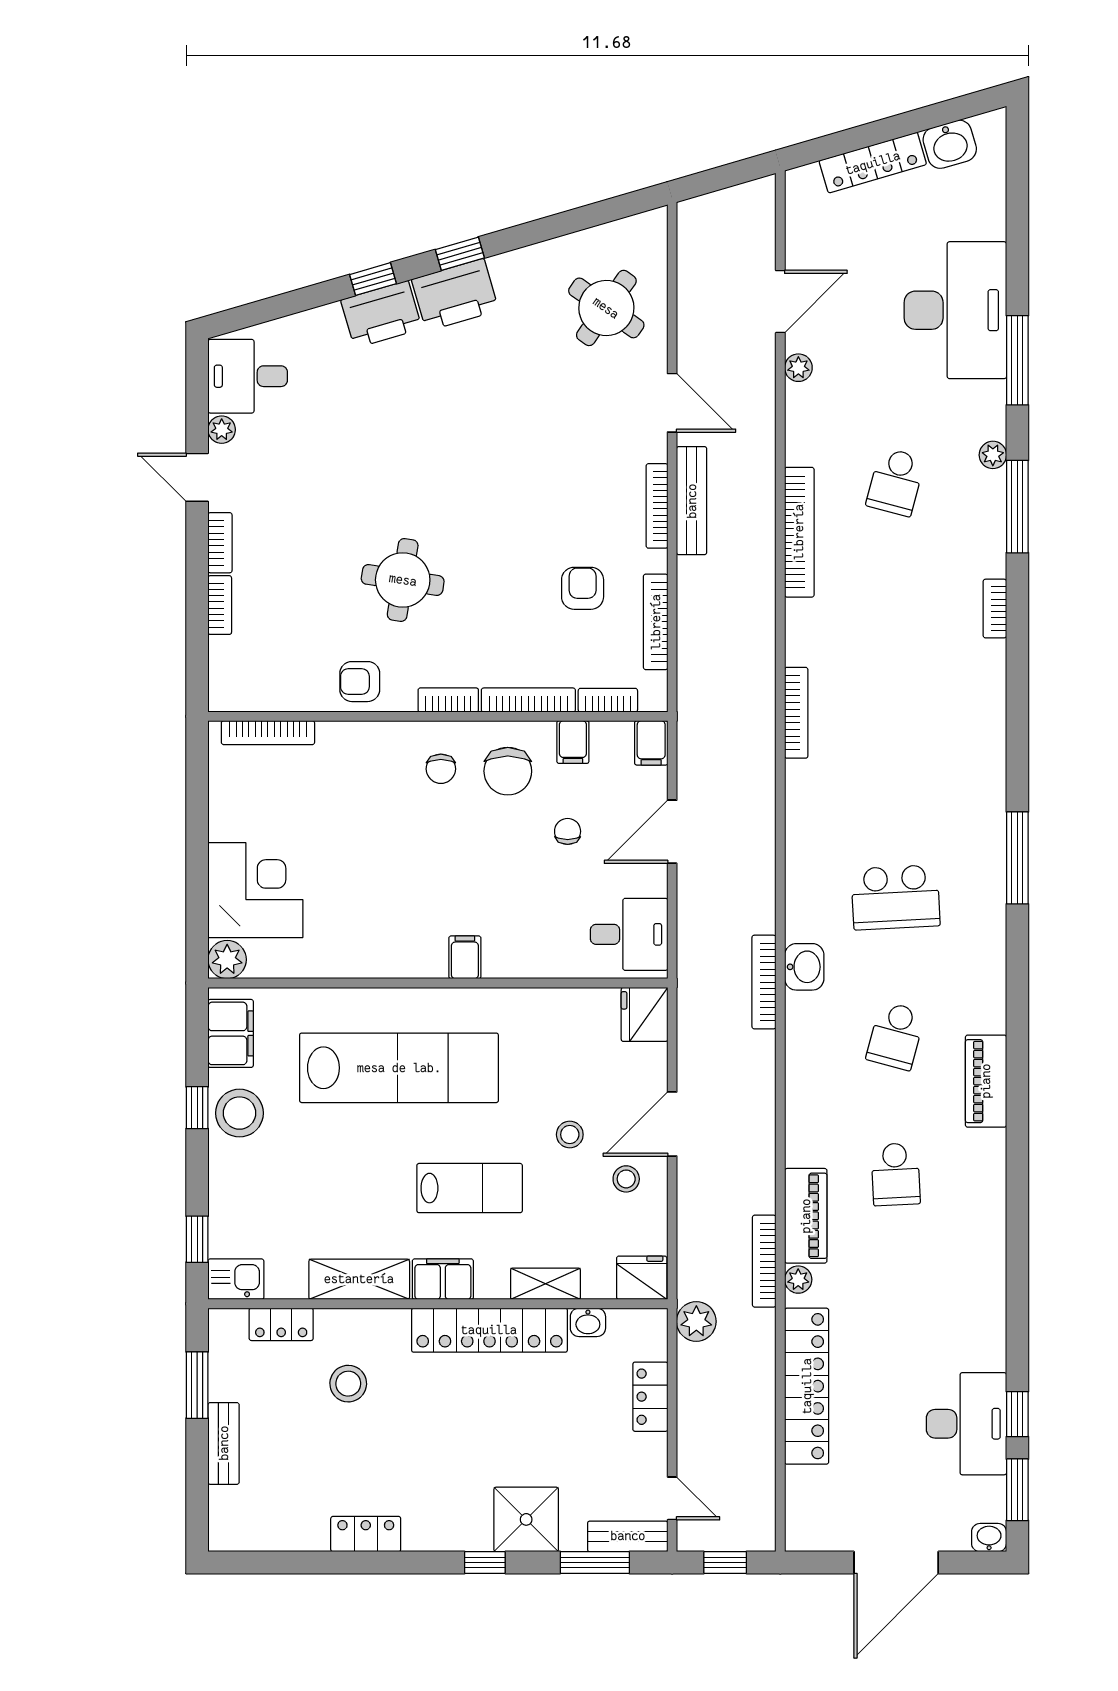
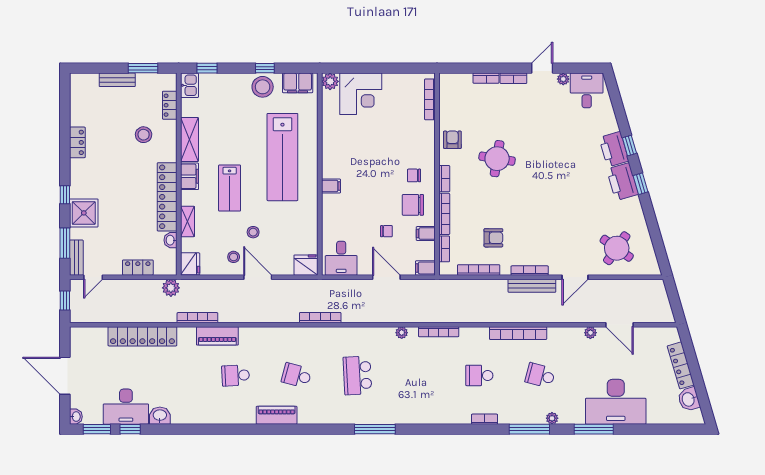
school desk: (896, 620) -> (479, 375), added
washbasin: (804, 967) -> (160, 416), moved, turned 180
plant: (798, 1280) -> (402, 333), moved

